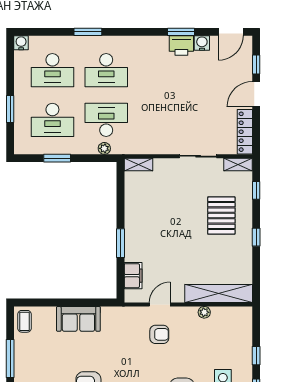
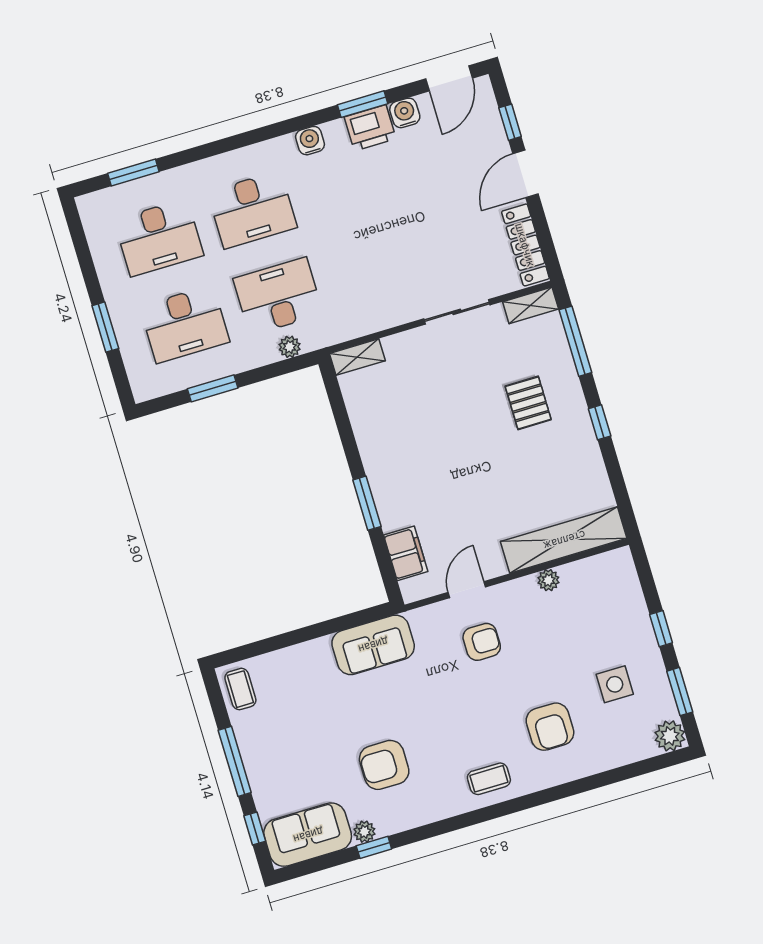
window: (88, 32) -> (133, 172), moved
water cooler: (21, 43) -> (310, 141), moved
window: (256, 190) -> (575, 341), width x2.17
pallet: (221, 216) -> (528, 403), width x0.67, depth x0.71
sofa: (78, 319) -> (373, 645), moved

